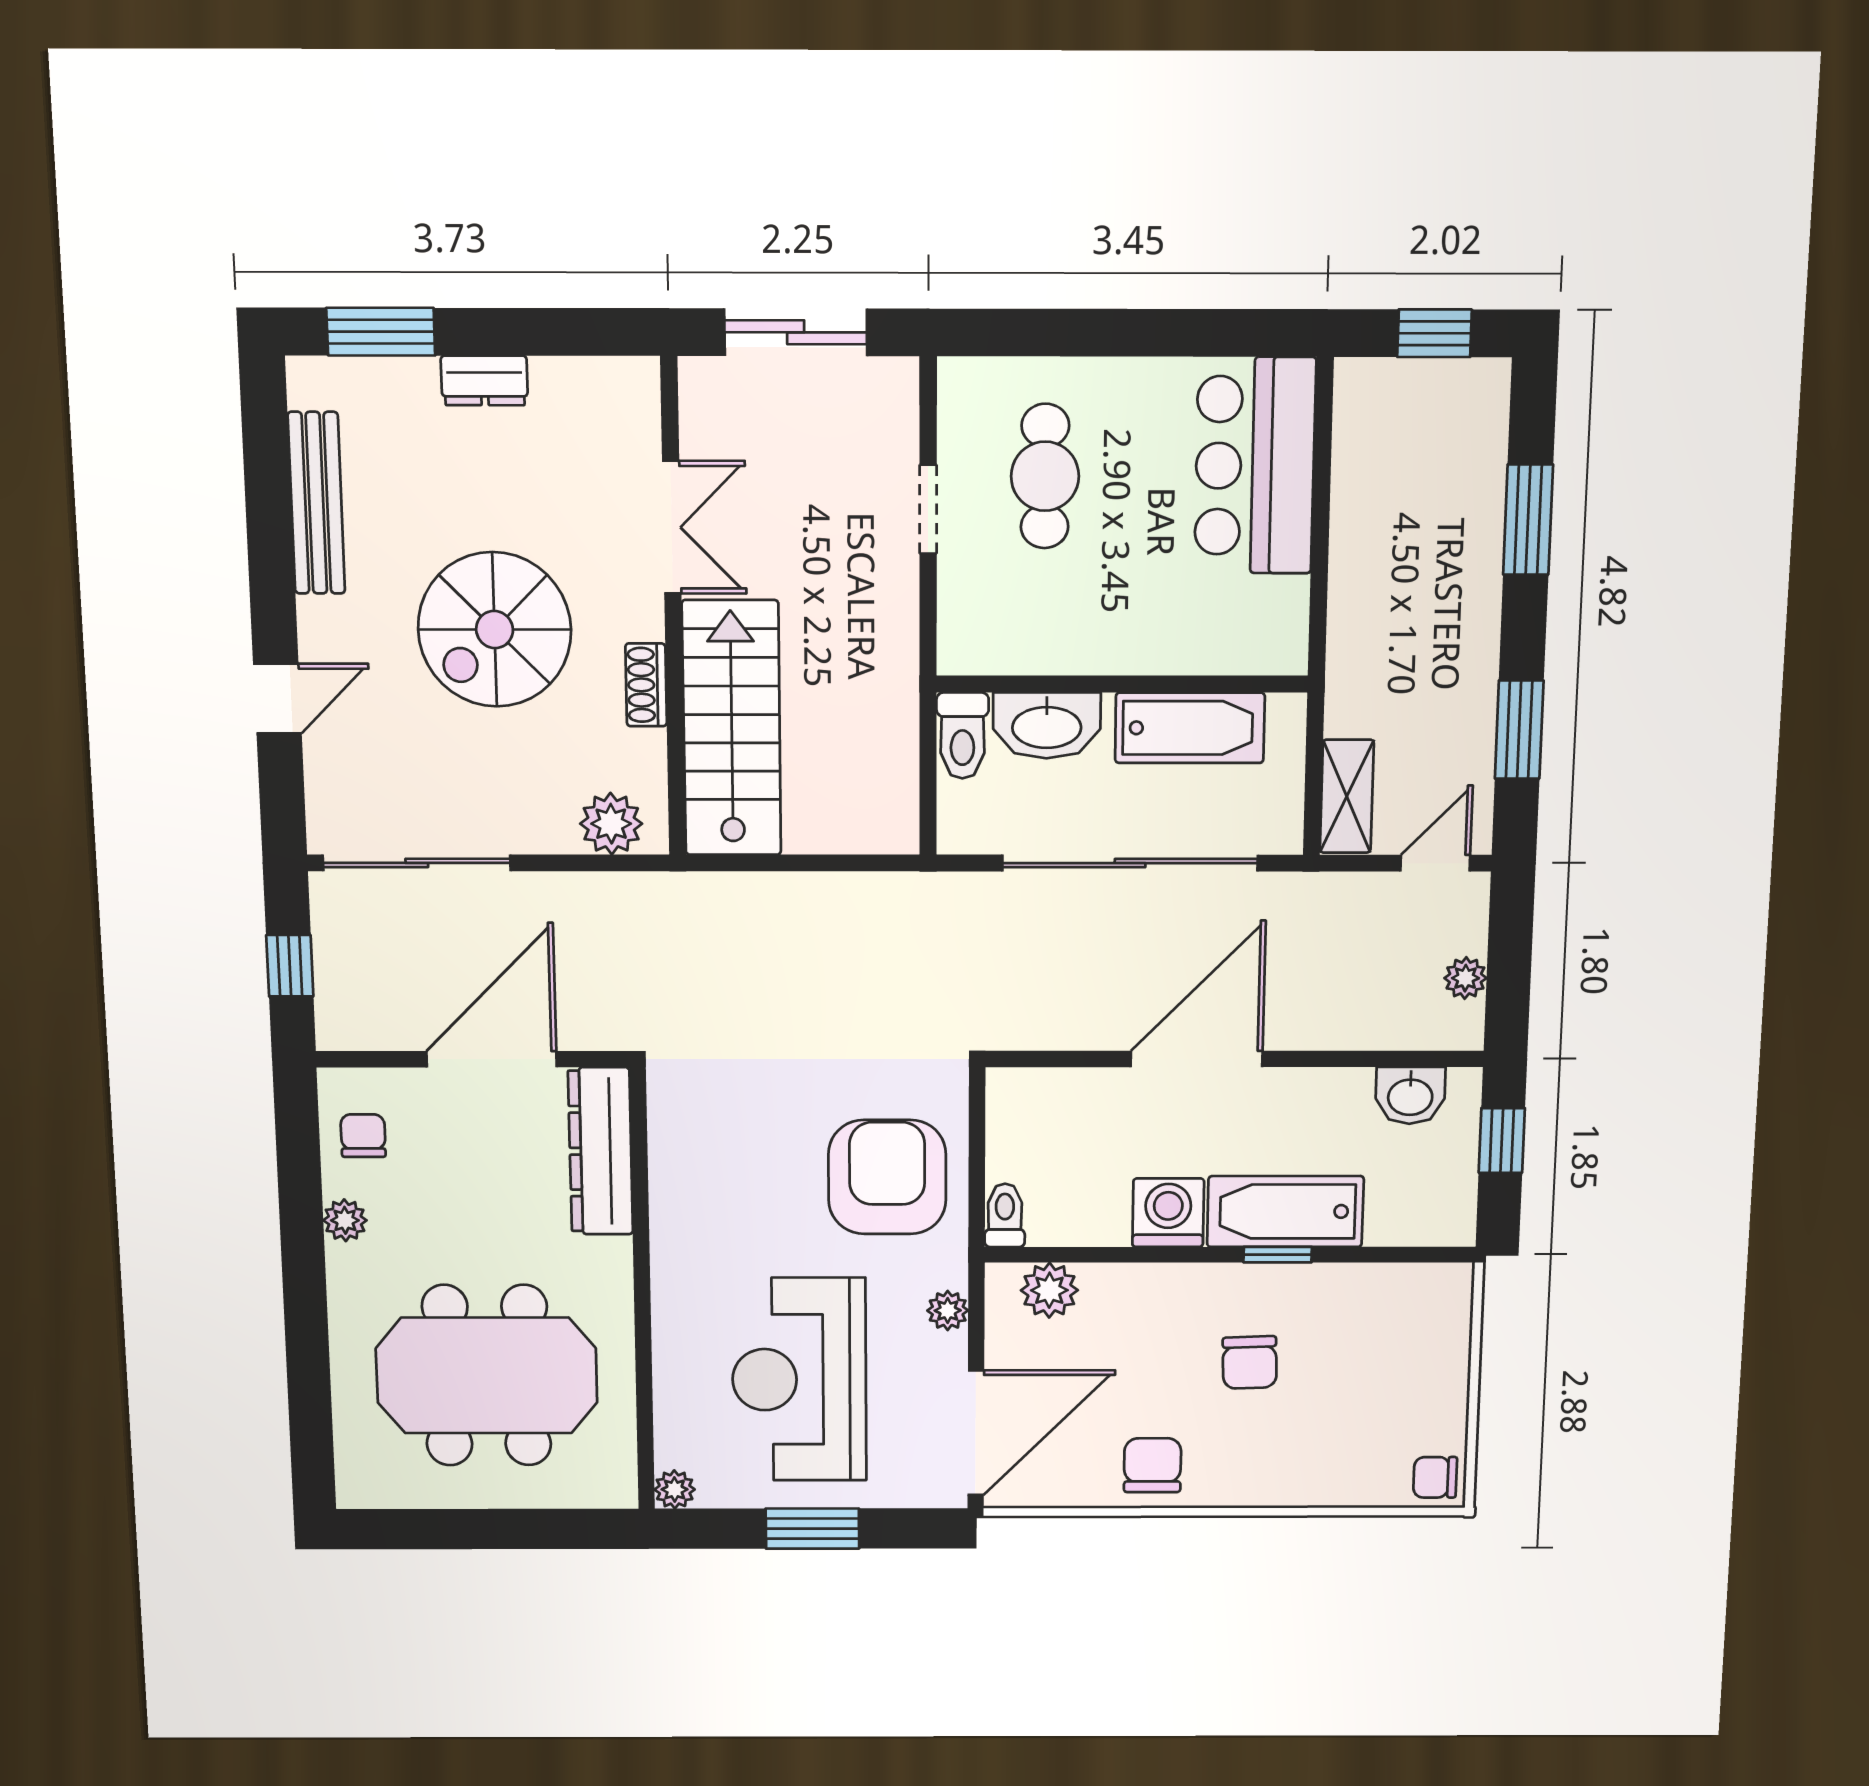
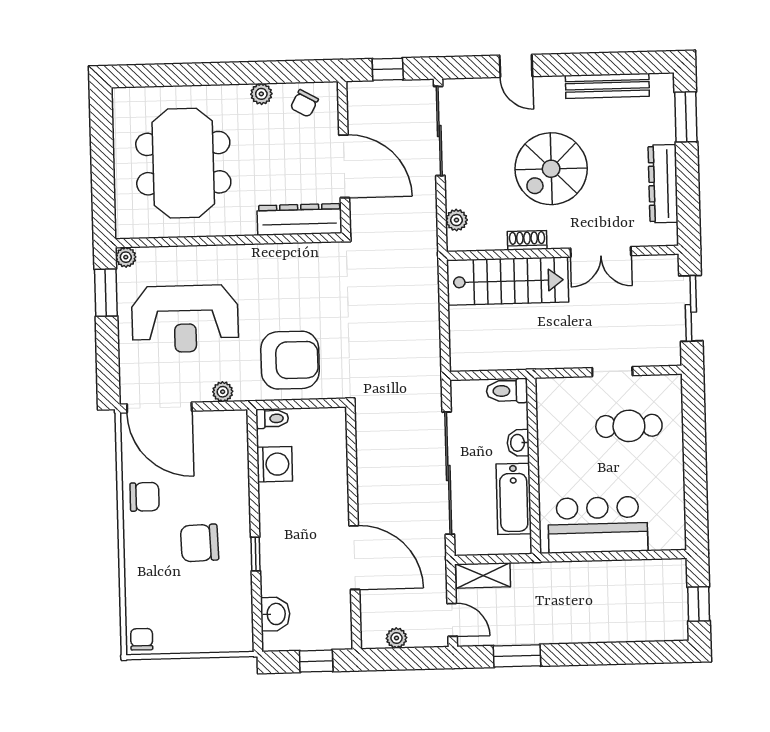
dresser: (484, 380) -> (663, 184), width x1.96, depth x1.24
bar counter: (1255, 466) -> (598, 525), moved
window: (1528, 520) -> (615, 653), removed
spiral stairs: (495, 630) -> (551, 169), turned -90
washbasin: (1047, 726) -> (518, 443), width x0.52, depth x0.69
plant: (611, 824) -> (456, 220), width x0.73, depth x0.73
door: (1197, 1059) -> (354, 558), moved
washbasin: (1410, 1096) -> (275, 614), moved, turned 180
chair: (363, 1136) -> (304, 103), turned 119
bathtub: (1285, 1211) -> (278, 557), removed
washing machine: (1168, 1213) -> (275, 464), moved
plant: (1049, 1290) -> (234, 442), removed
chair: (1250, 1362) -> (200, 543), width x1.37, depth x1.37
reception desk: (799, 1380) -> (185, 319), turned 180
window: (812, 1529) -> (106, 293), moved

